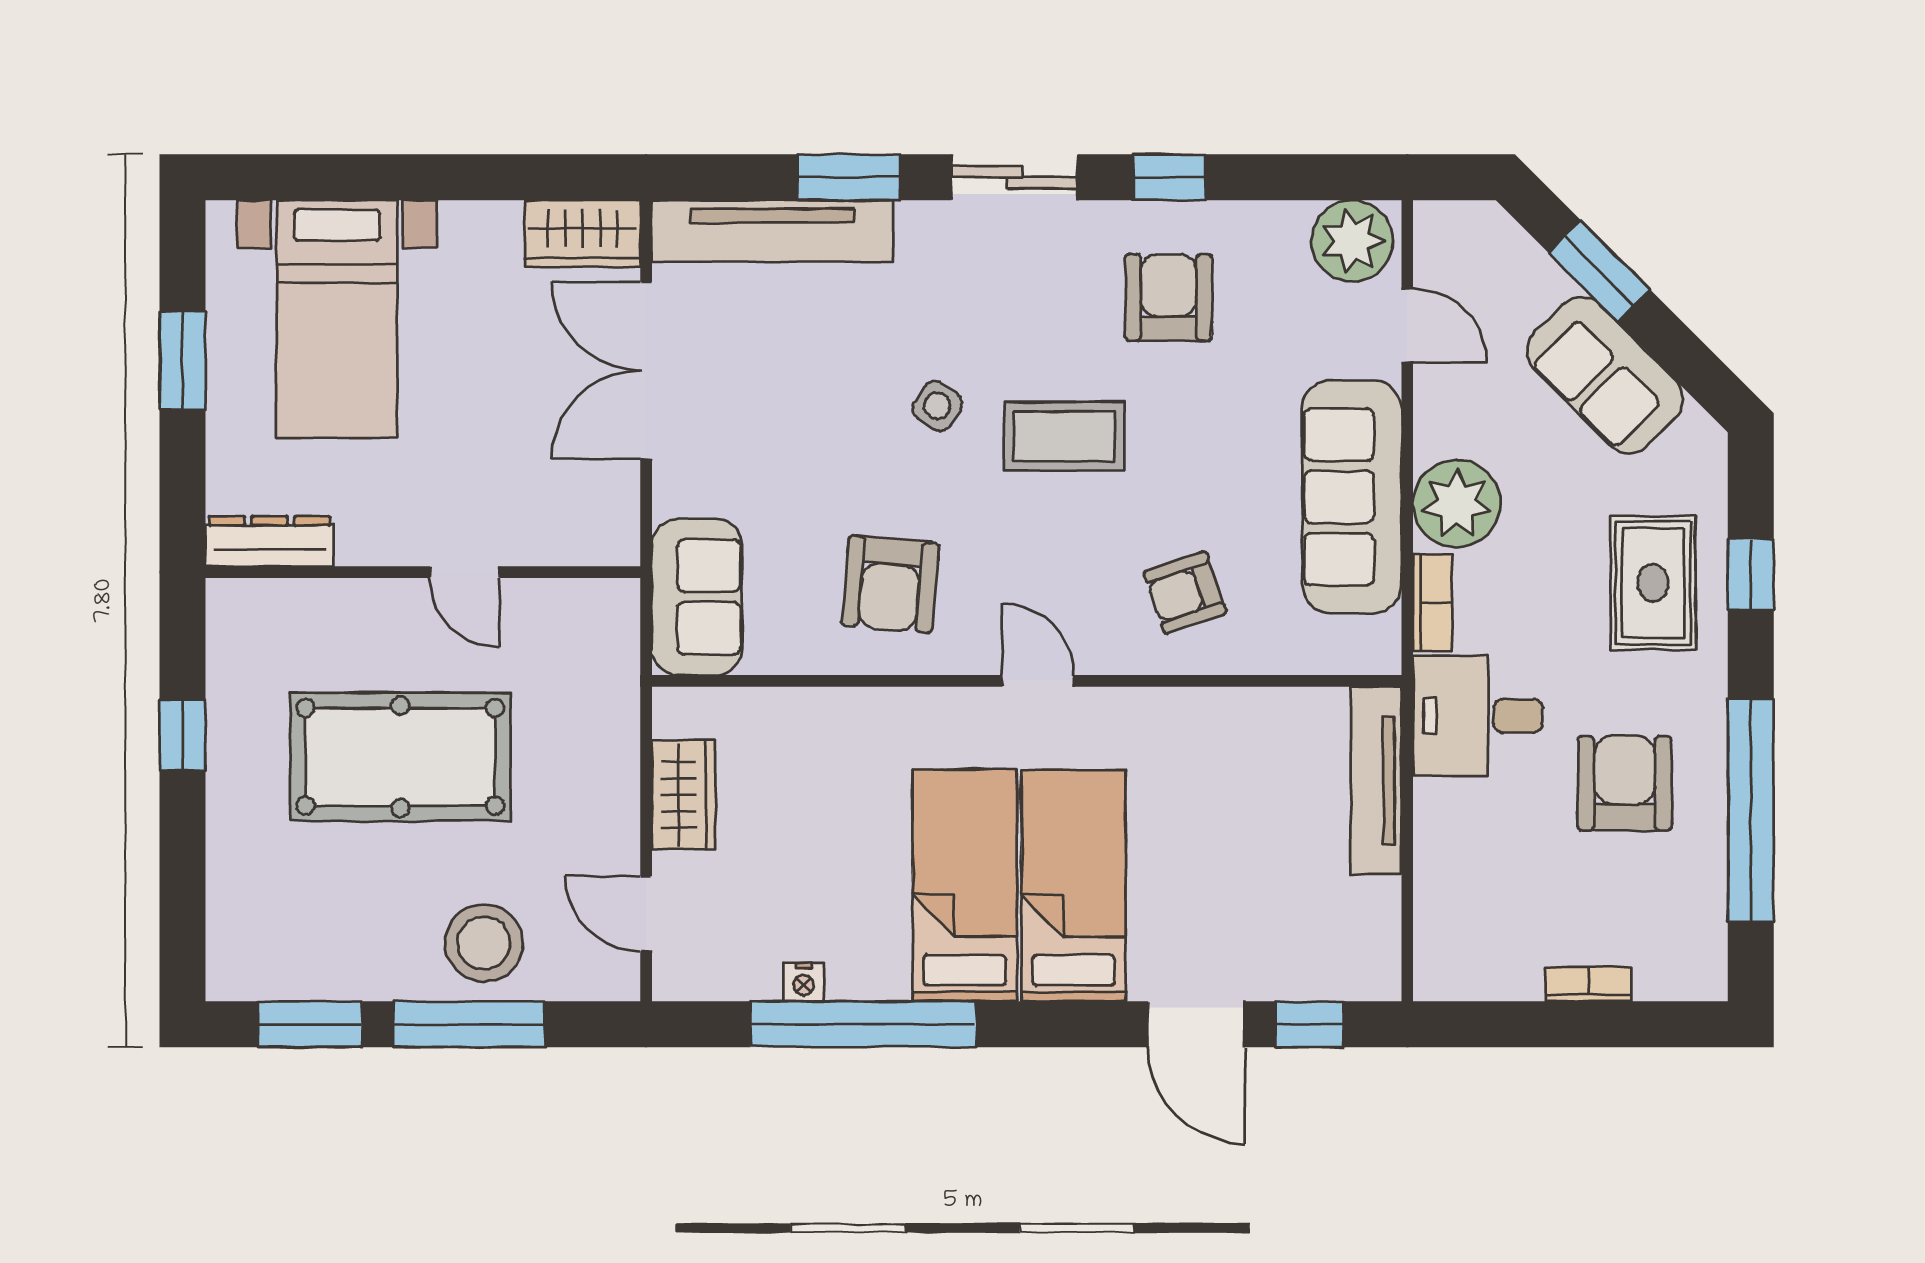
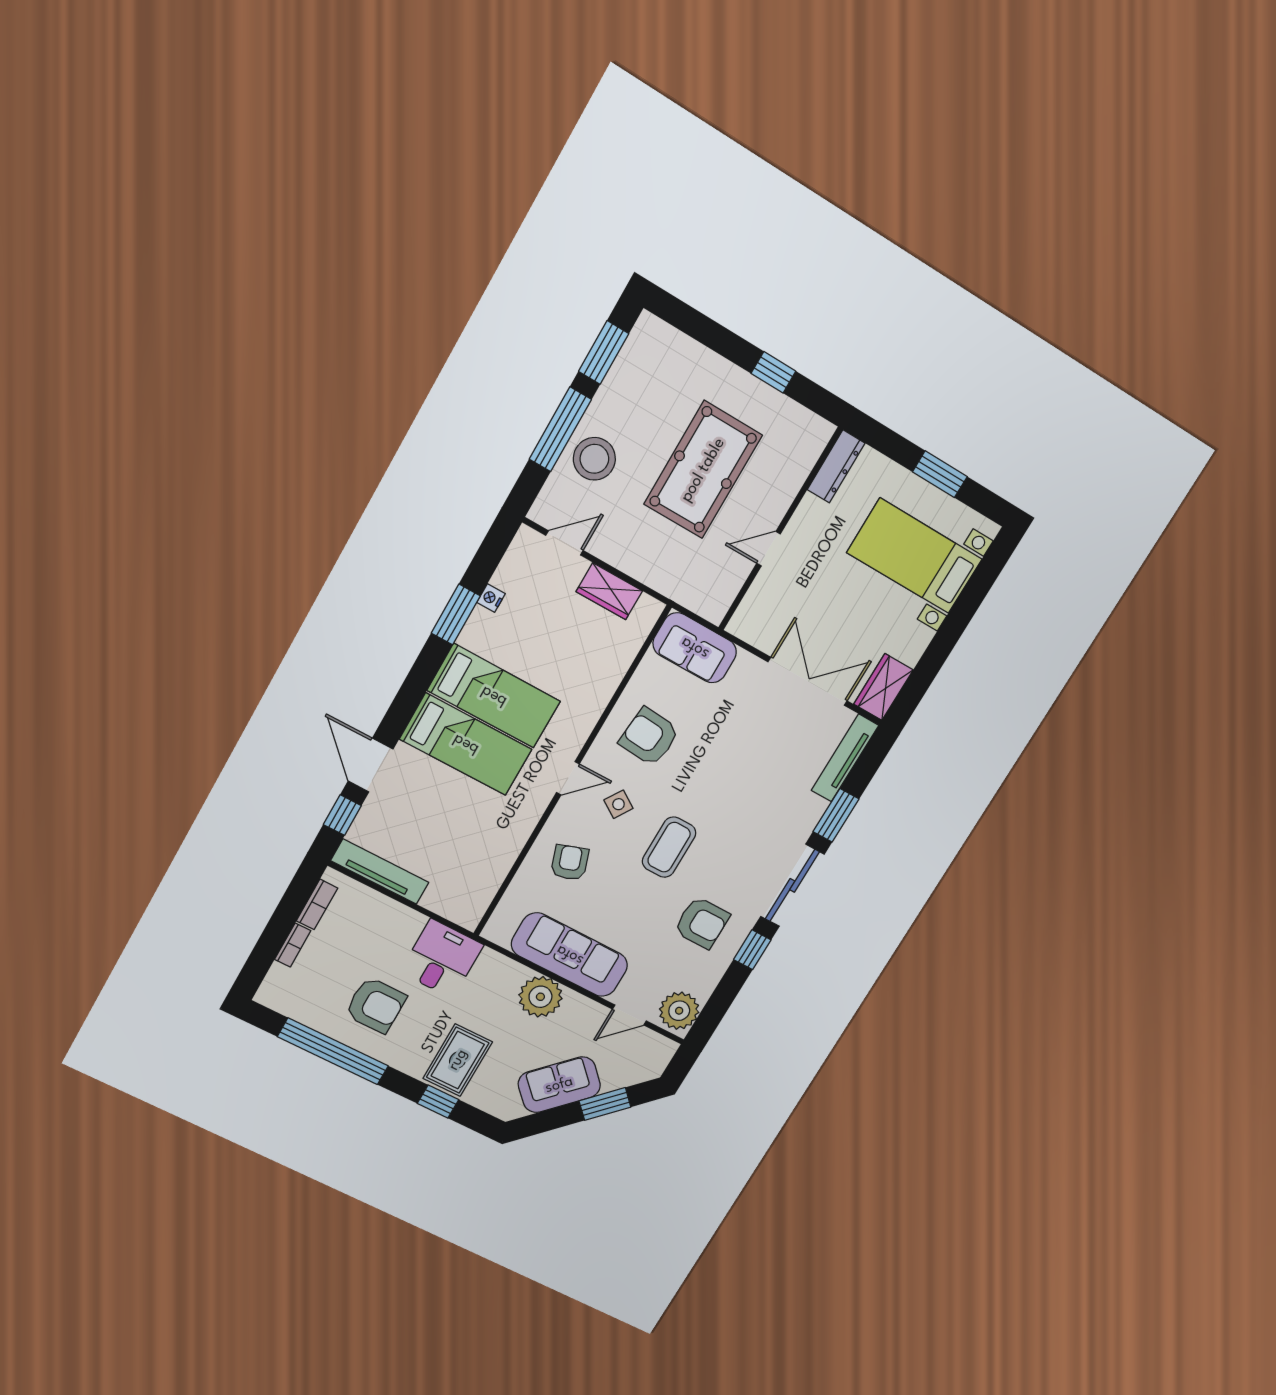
sliding door: (1015, 177) -> (792, 885), width x1.37
tv unit: (772, 231) -> (845, 758), width x0.73, depth x0.78
side table: (937, 406) -> (618, 804), moved
rug: (1653, 583) -> (458, 1060), turned 90
bookcase: (1432, 603) -> (317, 904), moved, turned -90
tv unit: (1376, 780) -> (380, 872), moved
window: (863, 1024) -> (456, 614), width x0.47
door: (1196, 1024) -> (371, 765), hinge flipped

